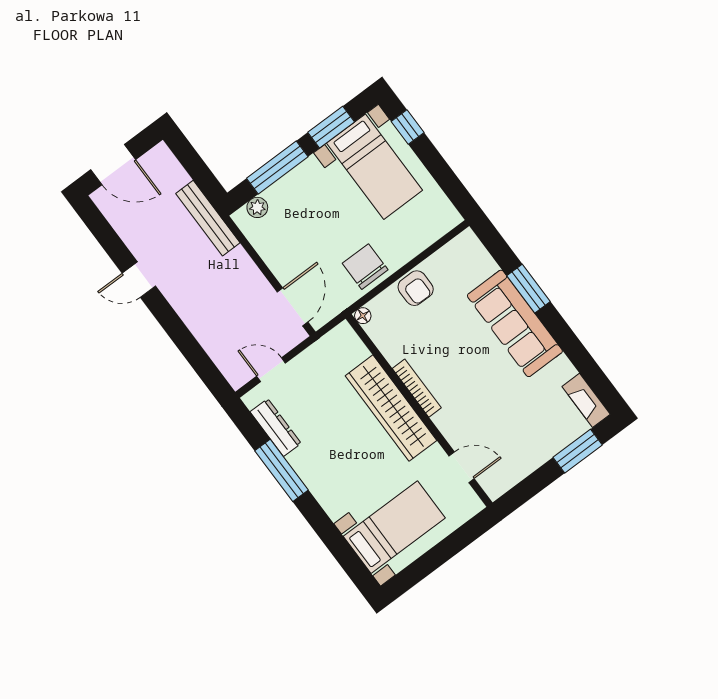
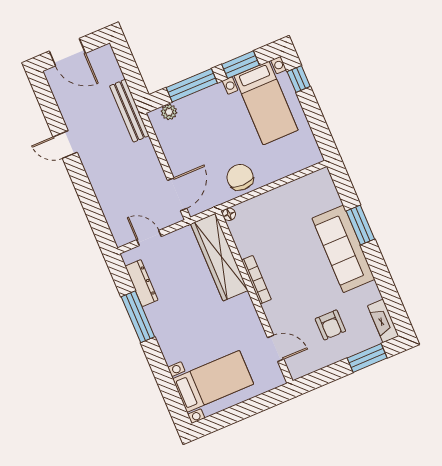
armchair: (416, 288) -> (330, 325), moved
wardrobe: (391, 408) -> (219, 257), moved

